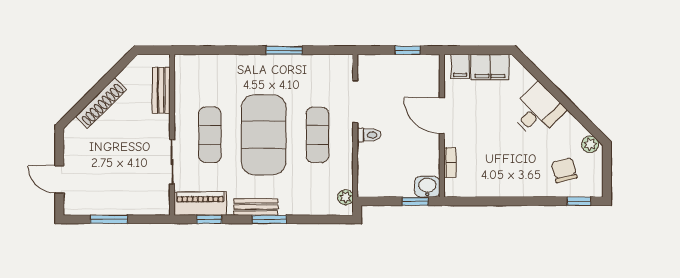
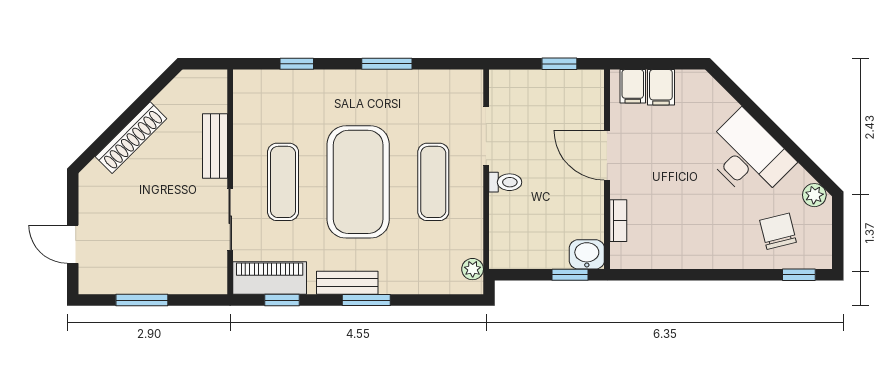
window: (220, 50) -> (297, 64), added
filing cabinet: (490, 67) -> (661, 87), width x0.50
bench: (161, 90) -> (215, 146), moved
desk: (537, 111) -> (748, 156), width x1.37

